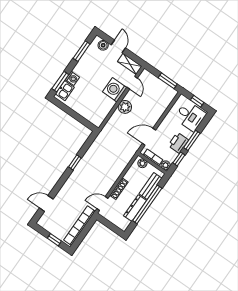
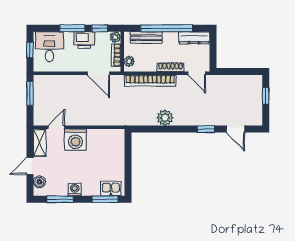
washing machine: (72, 78) -> (75, 190), moved
plant: (125, 107) -> (165, 118), moved
window: (75, 162) -> (206, 129), moved
dresser: (135, 208) -> (194, 38), moved
bookcase: (79, 226) -> (150, 81), moved

